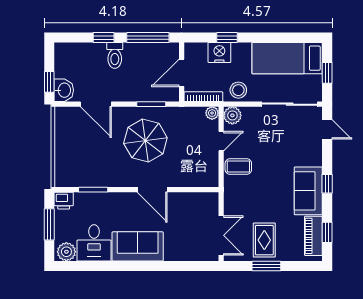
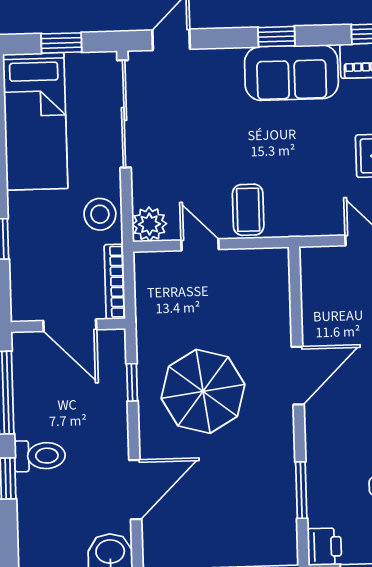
nightstand: (219, 52) -> (28, 253), removed
window: (151, 104) -> (132, 382), width x0.67
plant: (212, 113) -> (146, 264), removed

